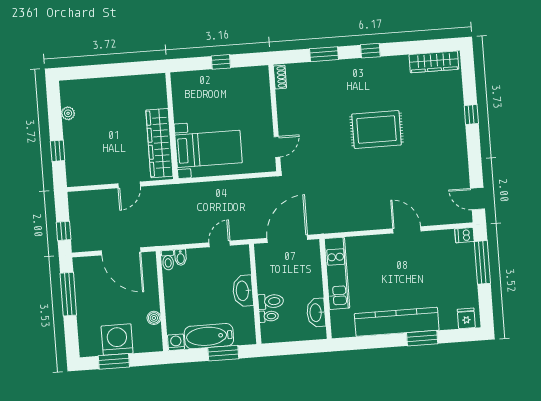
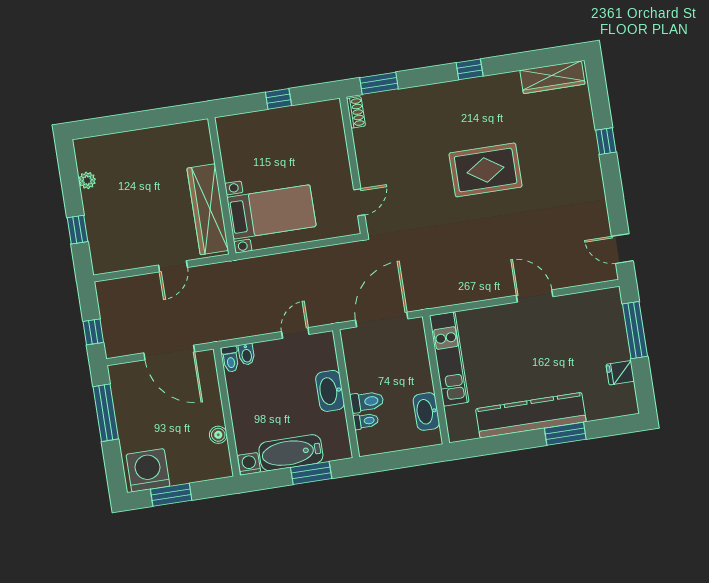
window: (324, 54) -> (379, 83), moved
dishwasher: (464, 235) -> (609, 297), removed
fridge: (466, 318) -> (620, 373), moved, turned -90
washing machine: (117, 340) -> (148, 470), moved

